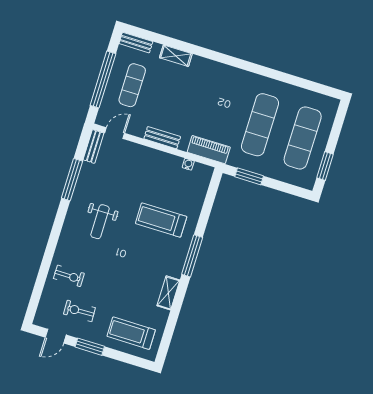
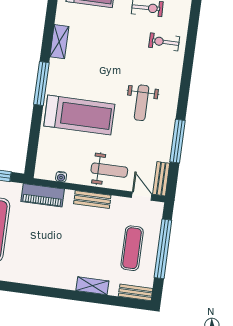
door: (115, 133) -> (142, 196), swing flipped
weight bench: (141, 163) -> (109, 170), added
treadmill: (161, 220) -> (79, 115), width x1.37, depth x1.38
weight bench: (100, 222) -> (142, 103), turned 180

